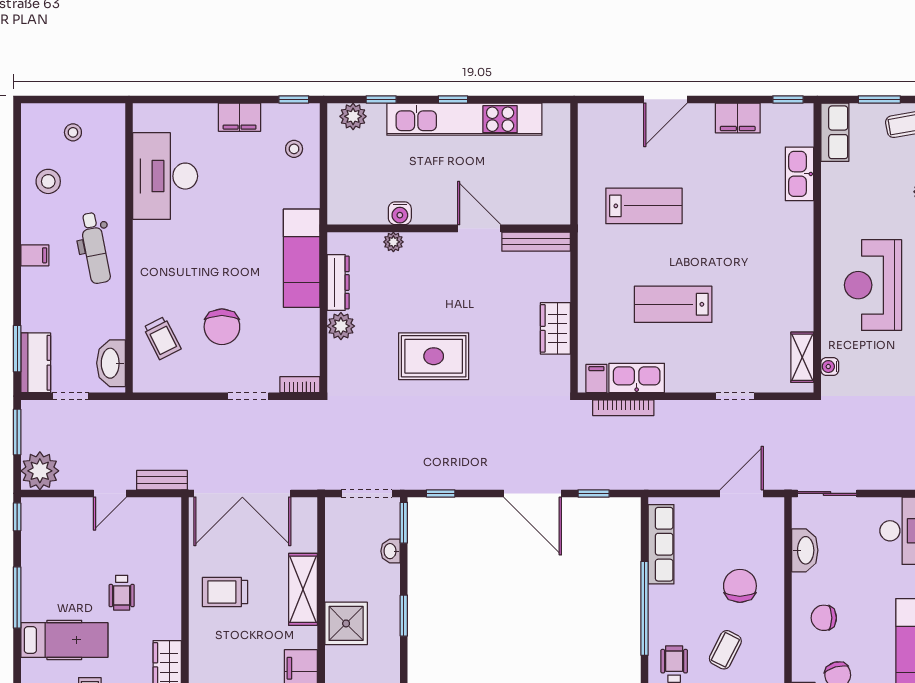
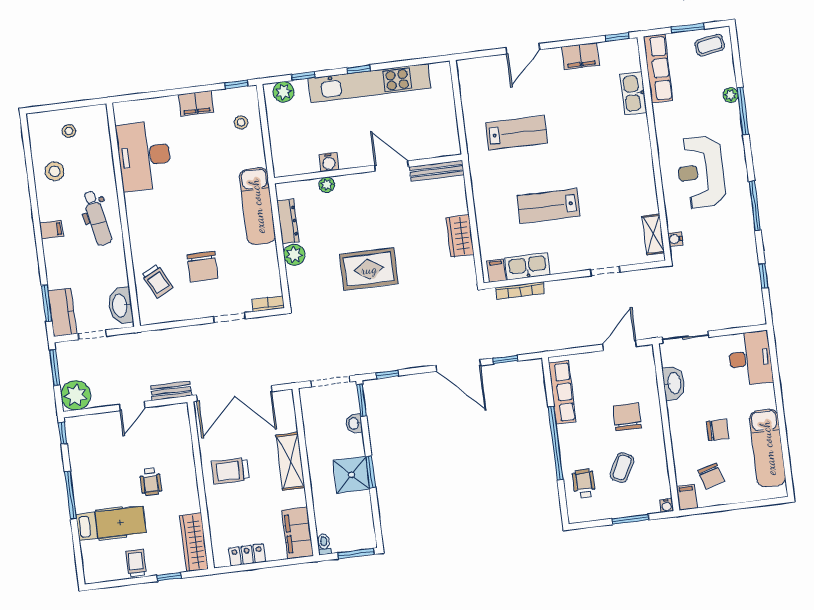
row of seats: (835, 132) -> (658, 68), width x1.48
chair: (824, 618) -> (718, 430), moved, turned 180
shower: (346, 623) -> (351, 475), moved

